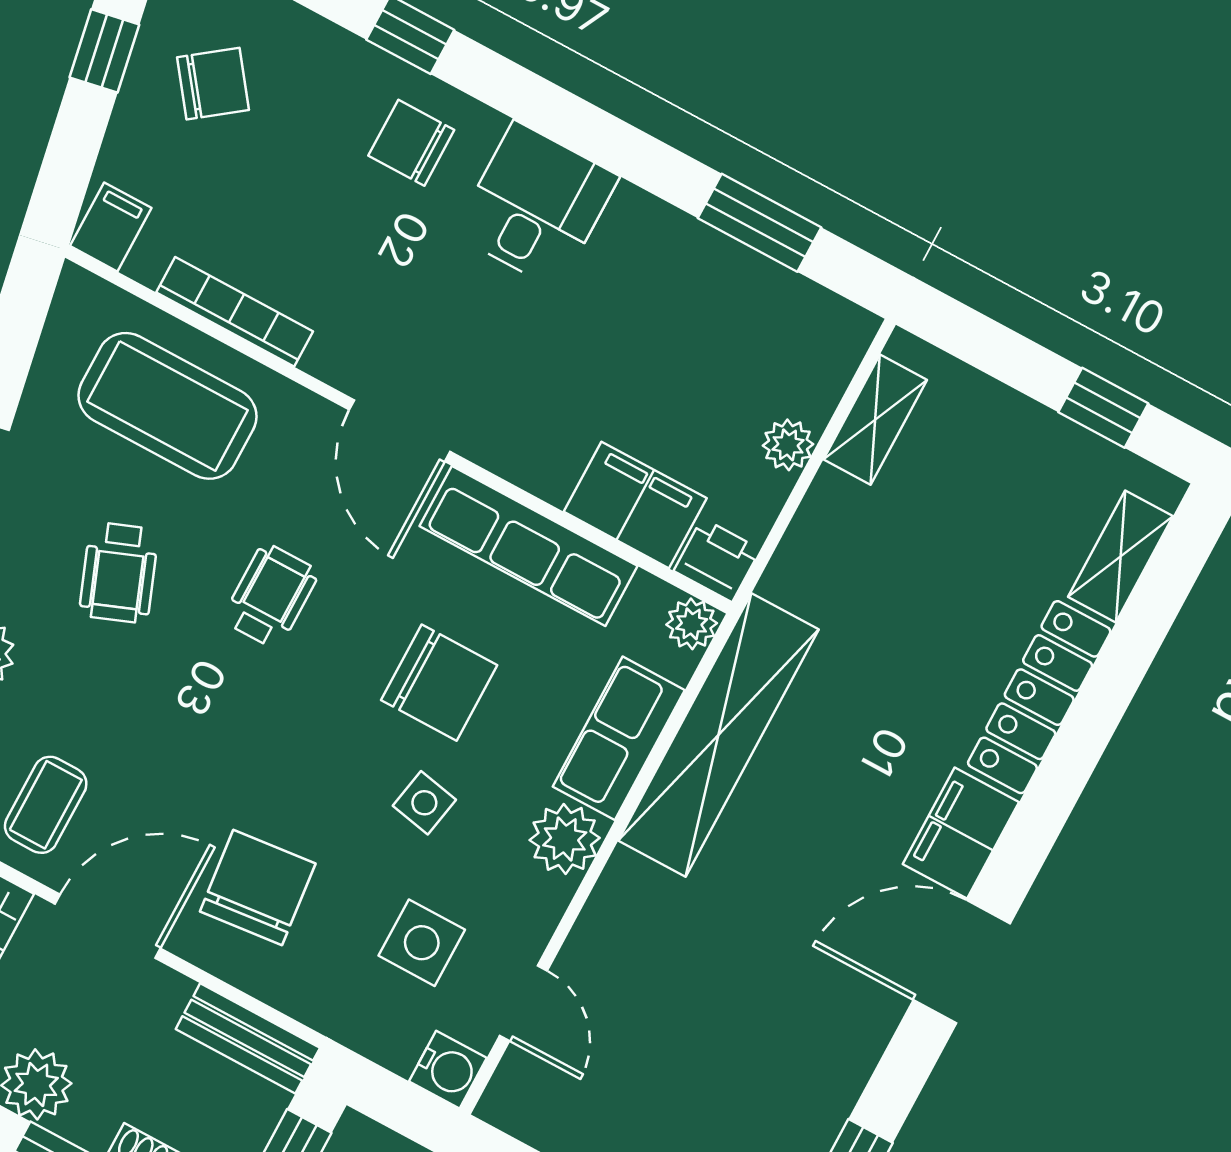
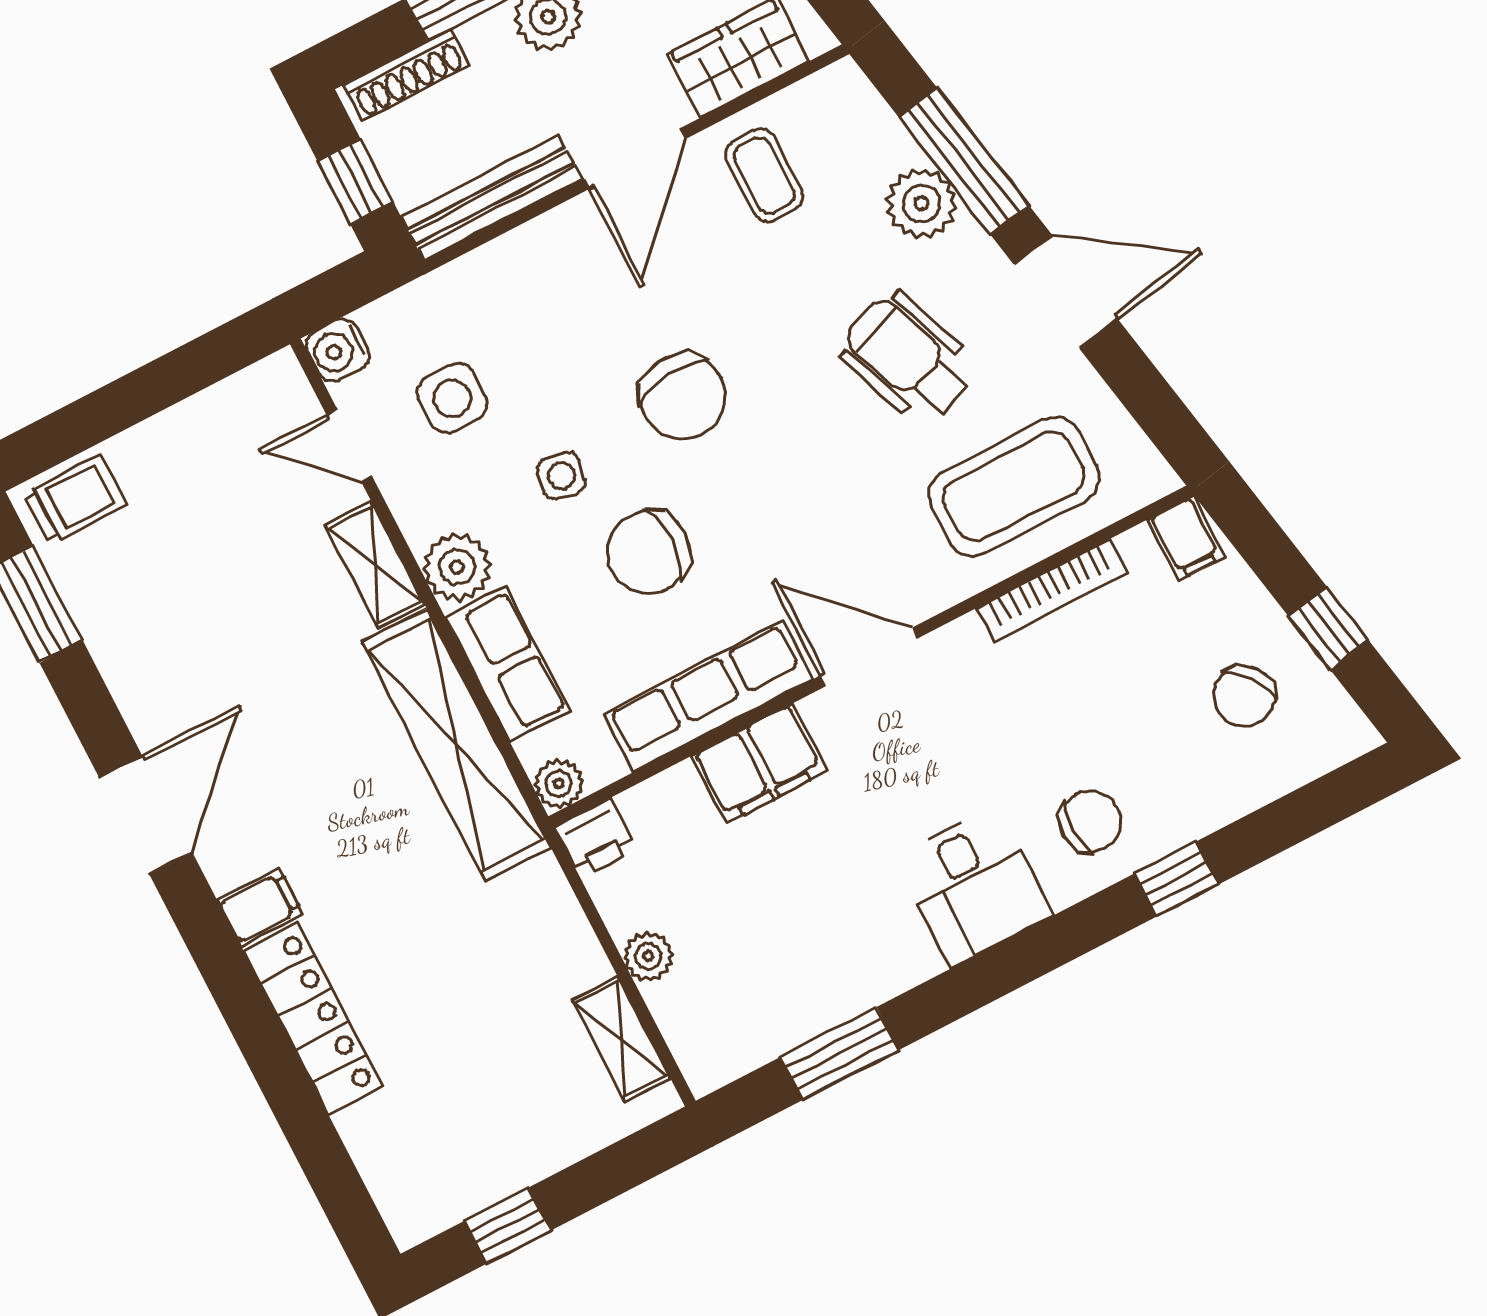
filing cabinet: (635, 505) -> (759, 764), moved
shelving: (1120, 556) -> (375, 565), moved
wheelchair: (119, 573) -> (908, 358), width x1.36, depth x1.37
wheelchair: (271, 596) -> (808, 466), removed
filing cabinet: (961, 833) -> (260, 907), width x0.50
chair: (258, 887) -> (683, 396), moved
bench: (248, 1038) -> (491, 198), width x1.36

